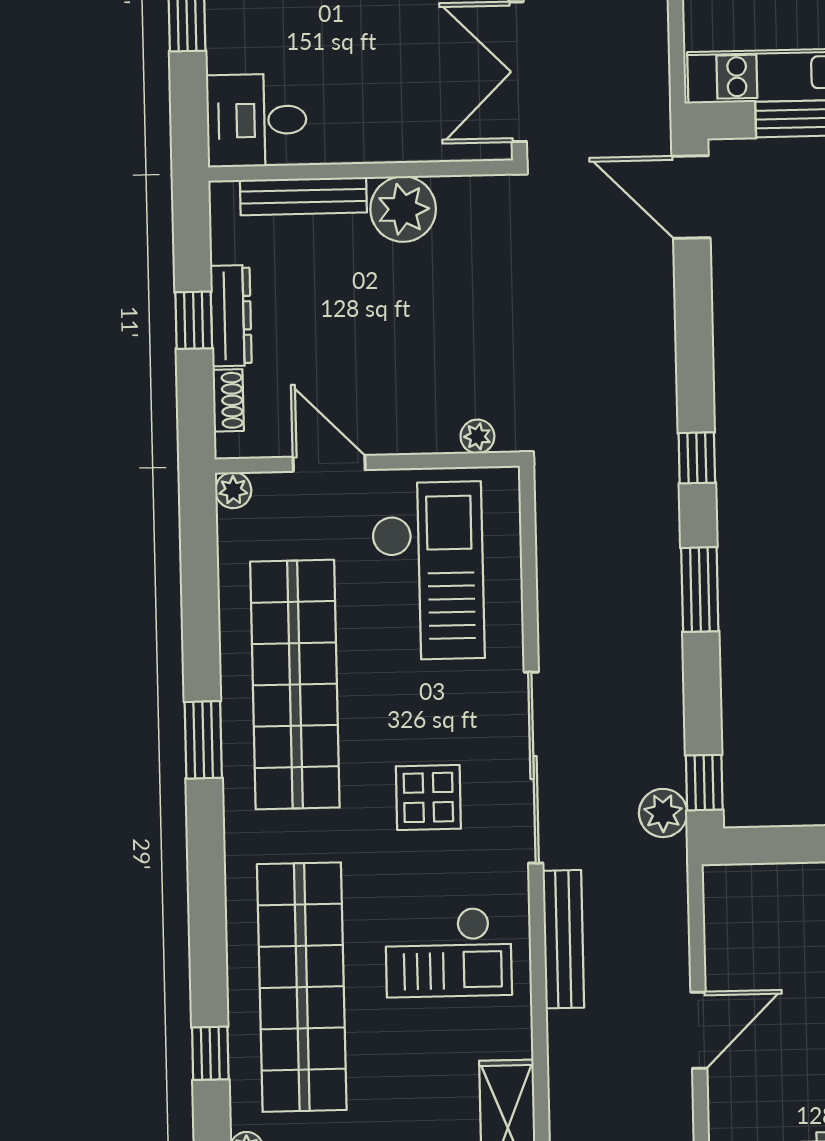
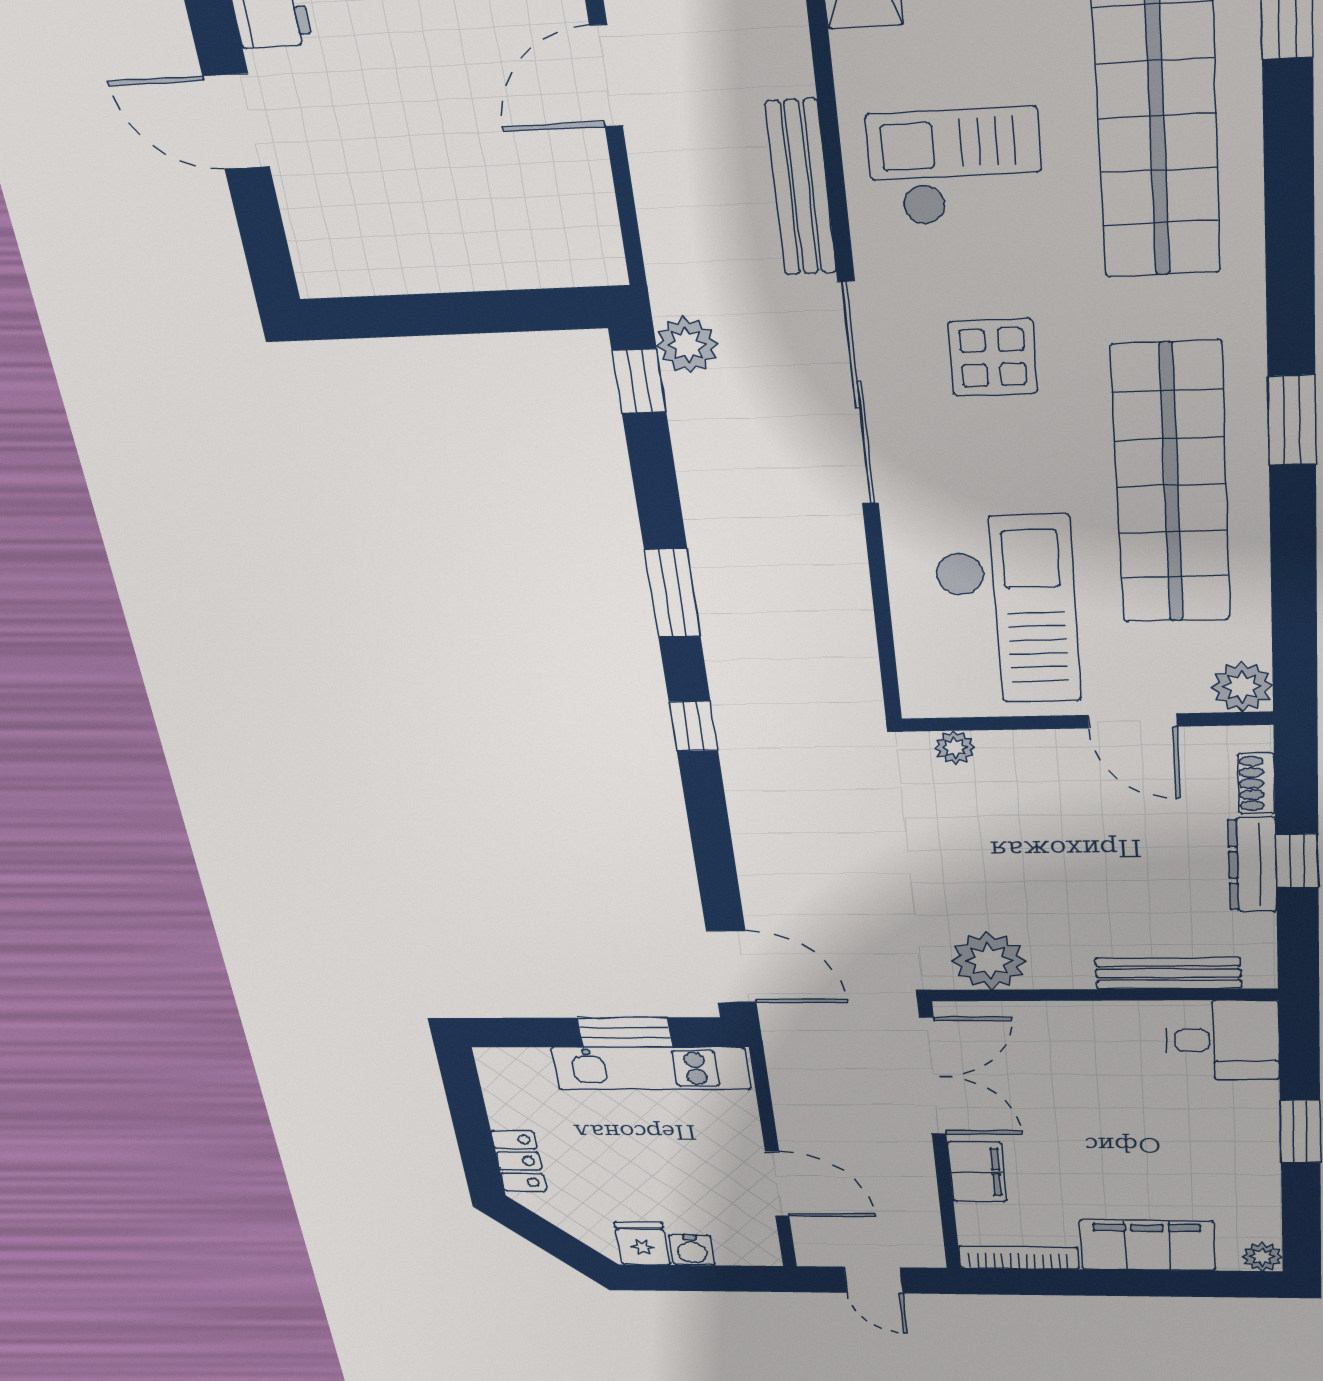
plant: (403, 209) -> (989, 961), moved
plant: (233, 490) -> (1242, 687), width x1.38, depth x1.38
checkout: (428, 571) -> (1007, 611), turned 180

